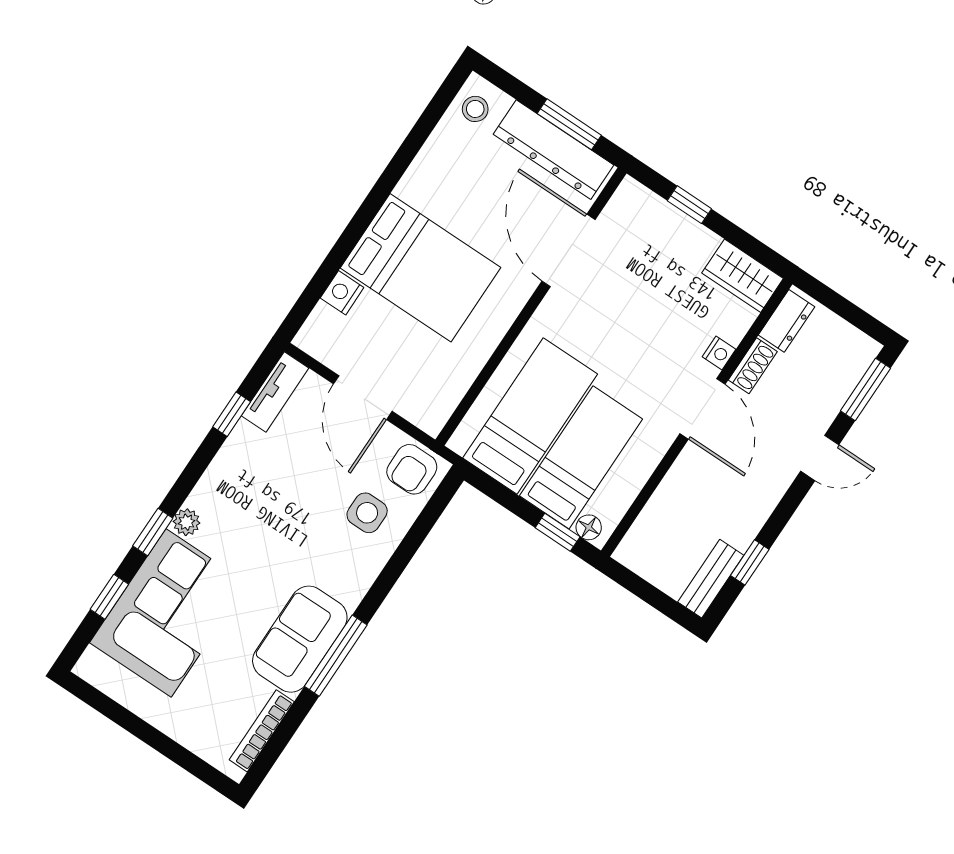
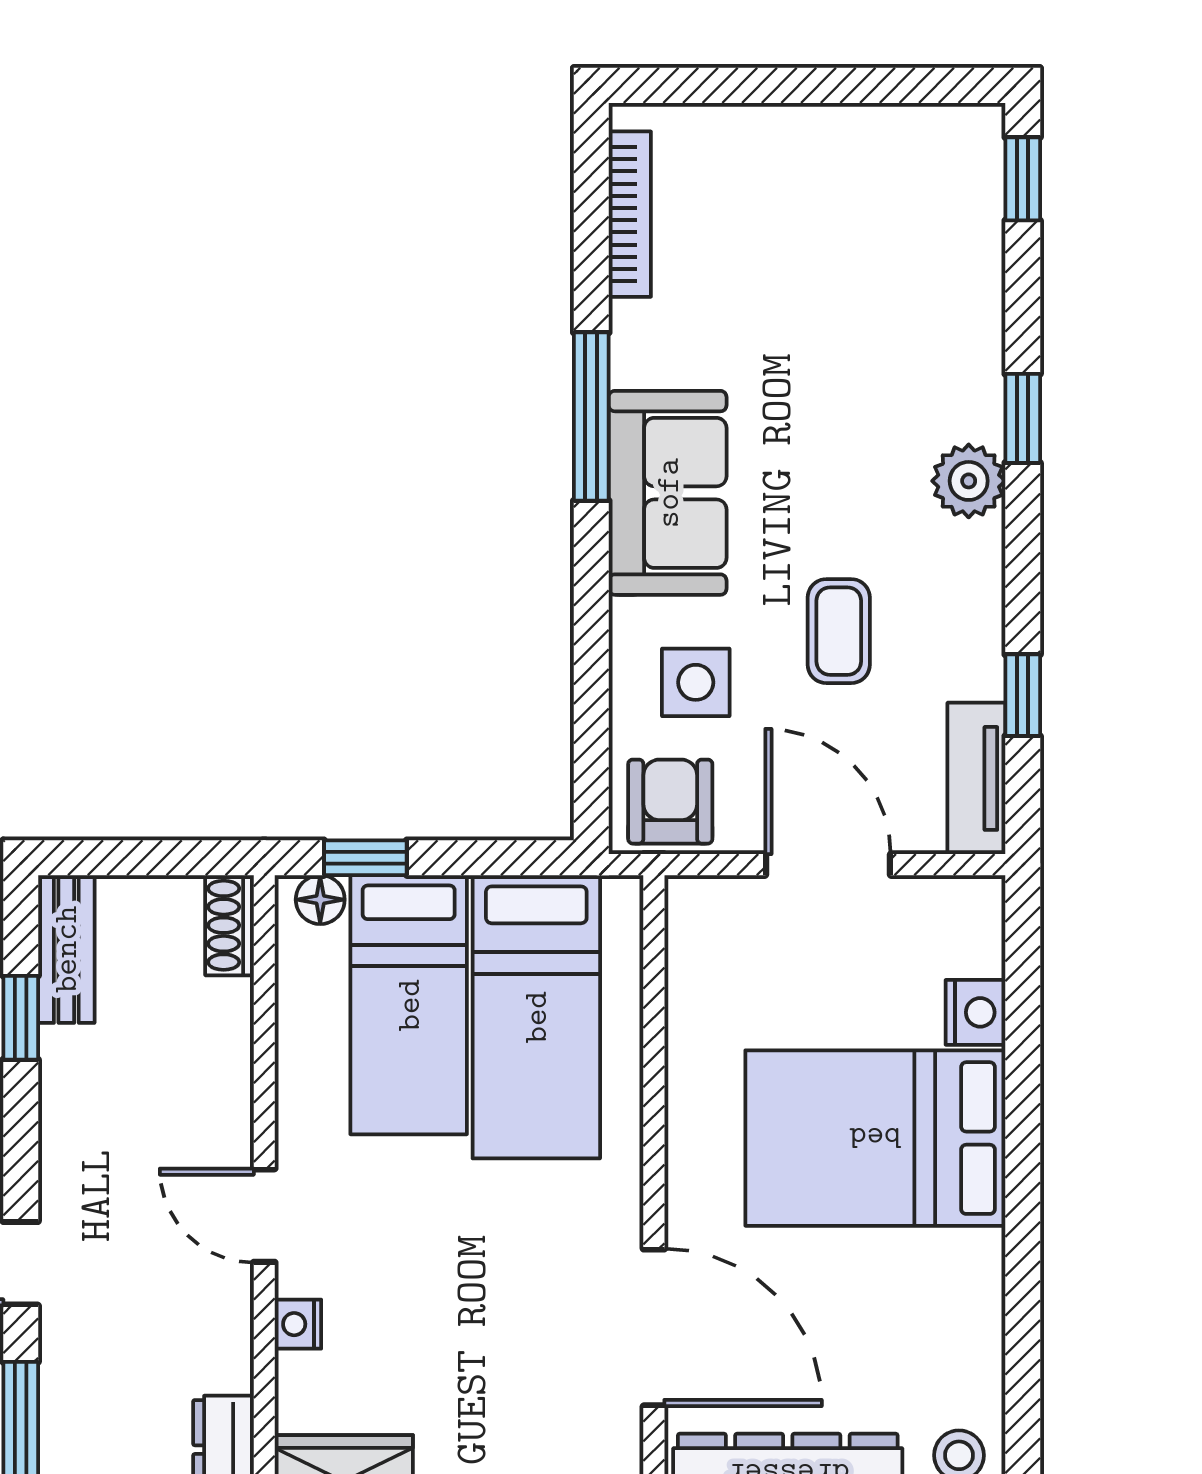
shoe rack: (753, 366) -> (229, 925), moved
door: (702, 409) -> (264, 1216), width x0.73
coffee table: (292, 494) -> (839, 631), added
plant: (186, 522) -> (969, 481), width x1.38, depth x1.38
window: (109, 597) -> (1023, 179), moved
corner sofa: (169, 613) -> (909, 304), removed
sofa: (300, 639) -> (668, 493), moved

